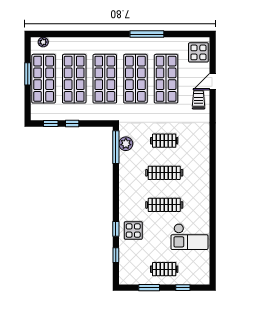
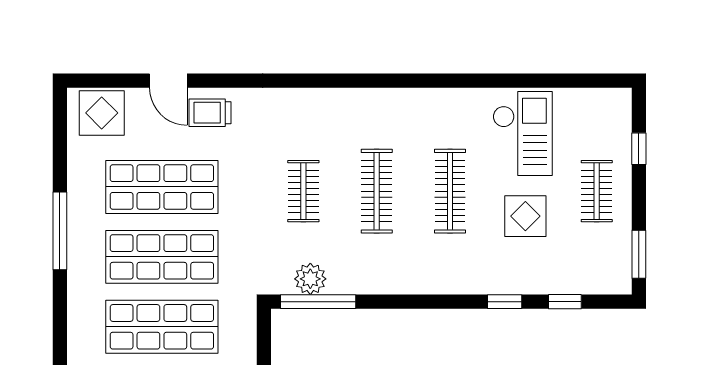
display table: (133, 231) -> (525, 216), moved
window: (149, 288) -> (639, 254), moved

